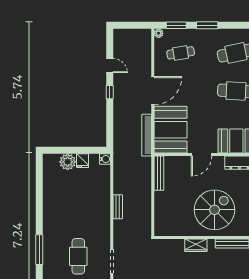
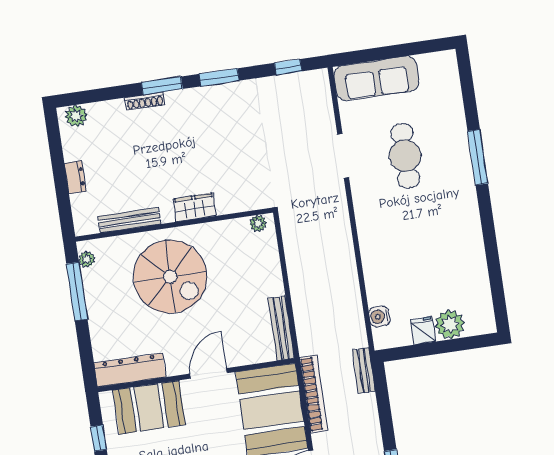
water cooler: (105, 159) -> (379, 316), moved
bench: (118, 207) -> (364, 371), moved
spiral stairs: (215, 210) -> (170, 277), turned -90
plant: (163, 231) -> (258, 223), added

